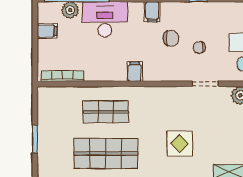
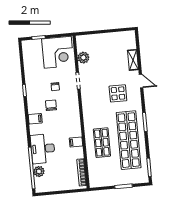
filing cabinet: (47, 31) -> (54, 185), removed
filing cabinet: (135, 72) -> (76, 142), moved
shop shelf: (106, 153) -> (129, 140), width x1.40

